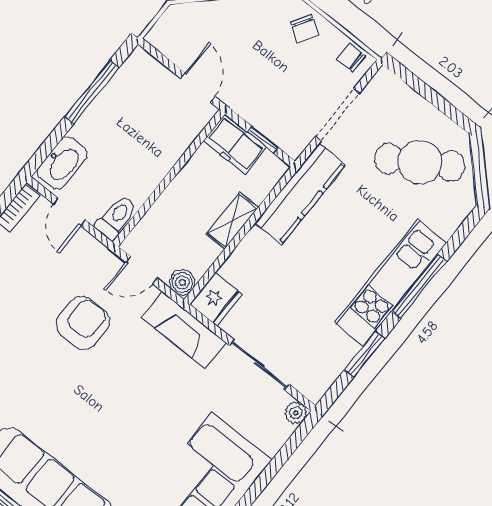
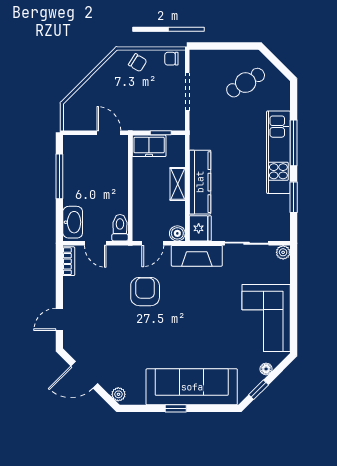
cafe table: (420, 162) -> (246, 83), width x0.73, depth x0.74
kitchen counter: (300, 194) -> (200, 182), moved

